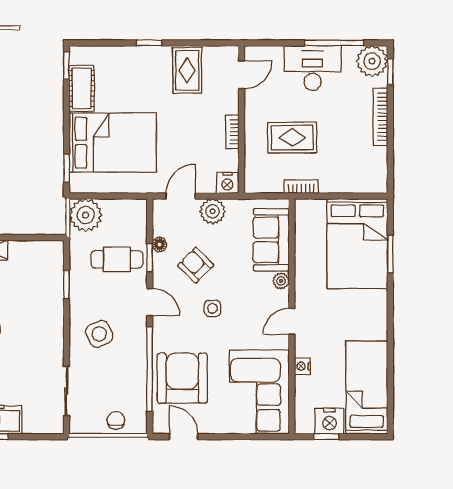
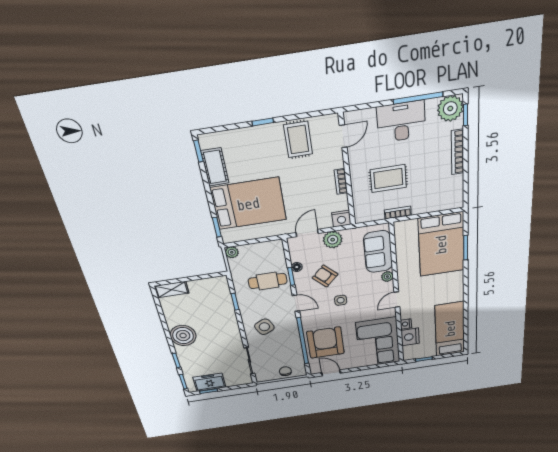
plant: (86, 215) -> (232, 252), width x0.53, depth x0.53
nightstand: (330, 421) -> (410, 337), moved, turned 90

